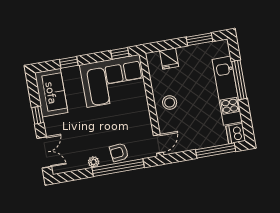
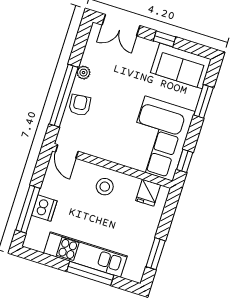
fridge: (169, 59) -> (148, 193), moved, turned -90
window: (69, 62) -> (204, 101), width x1.50
dishwasher: (236, 133) -> (44, 208), moved, turned 90

